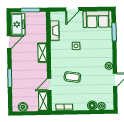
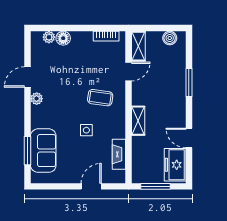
sofa: (98, 19) -> (43, 151), moved, turned 90
door: (9, 42) -> (189, 138), hinge flipped
coffee table: (72, 77) -> (100, 98), moved

